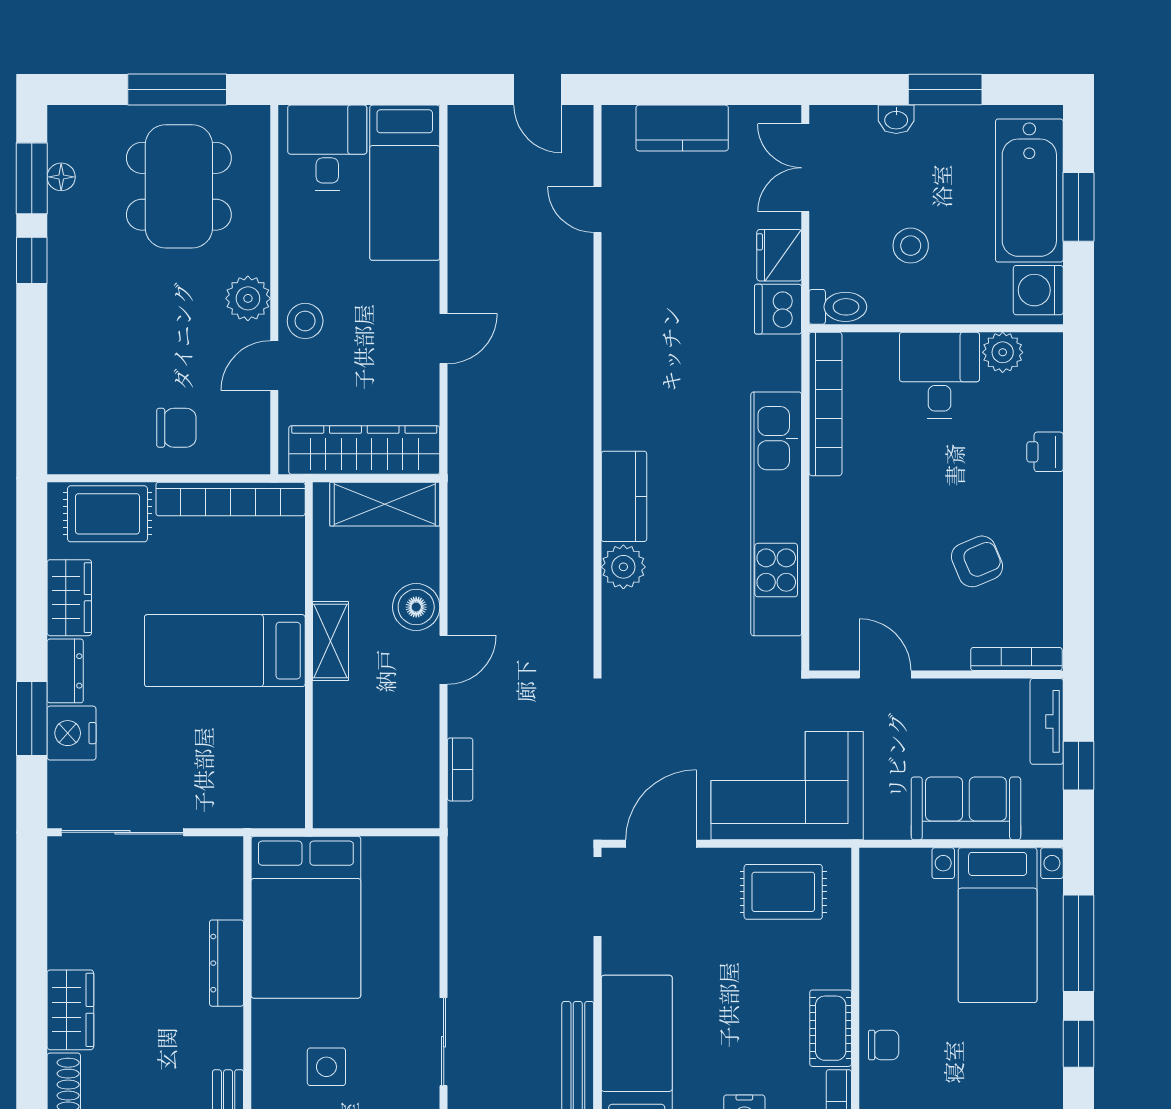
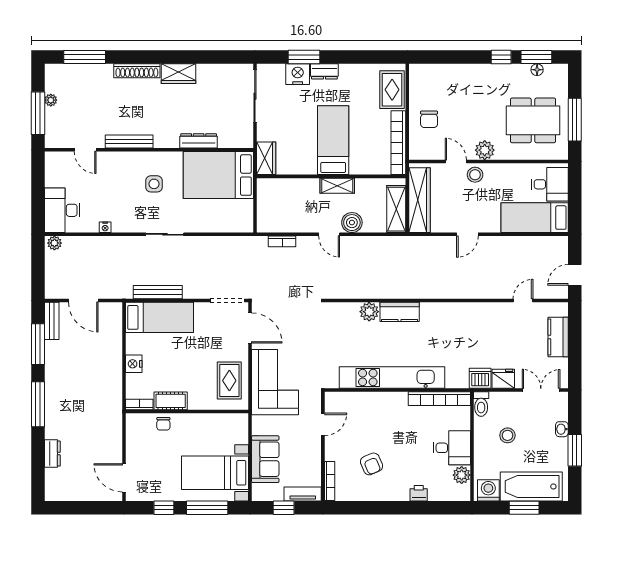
door: (444, 339) -> (467, 234), hinge flipped
wardrobe: (69, 598) -> (266, 158), moved, turned -90

